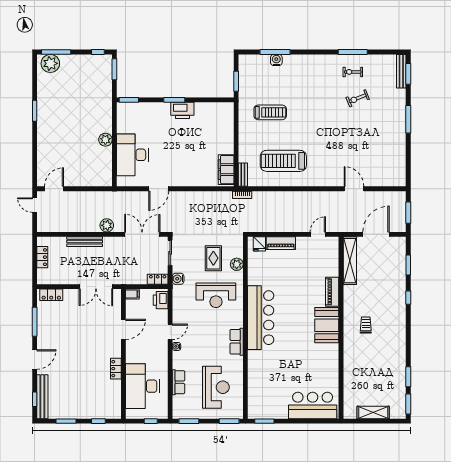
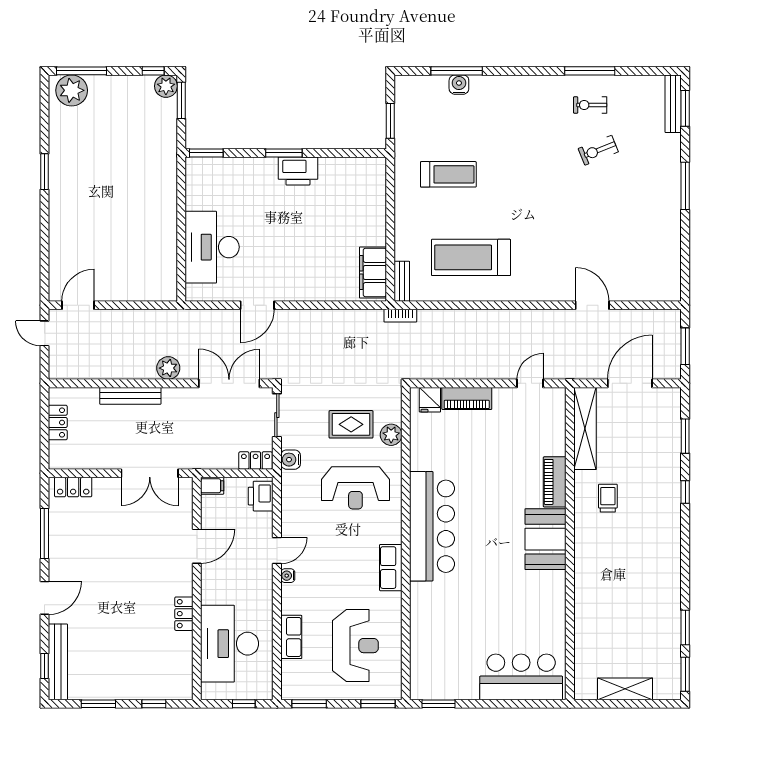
plant: (105, 140) -> (166, 86), moved
rug: (213, 258) -> (351, 424), turned 90
trolley: (366, 325) -> (608, 498), moved

